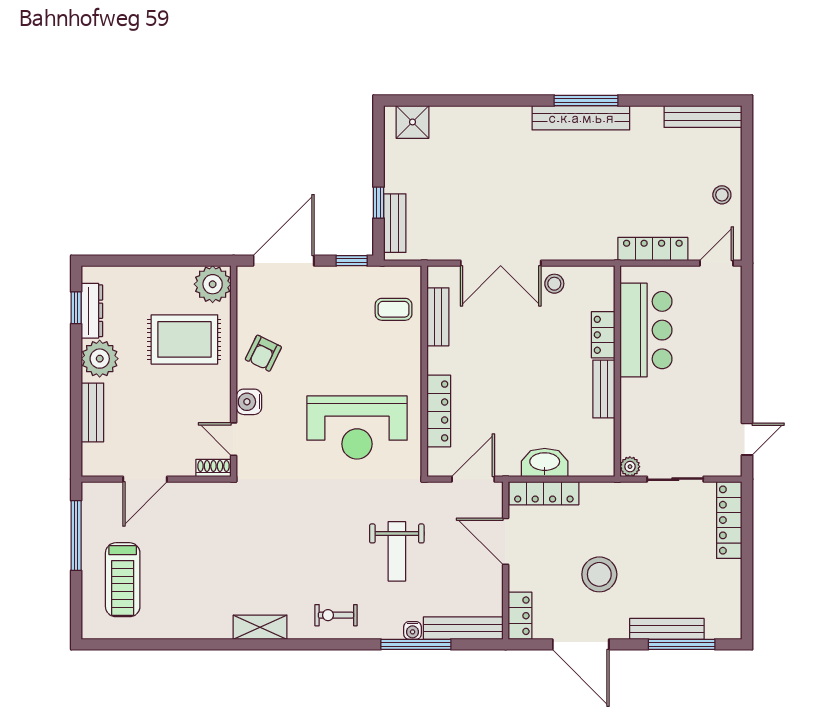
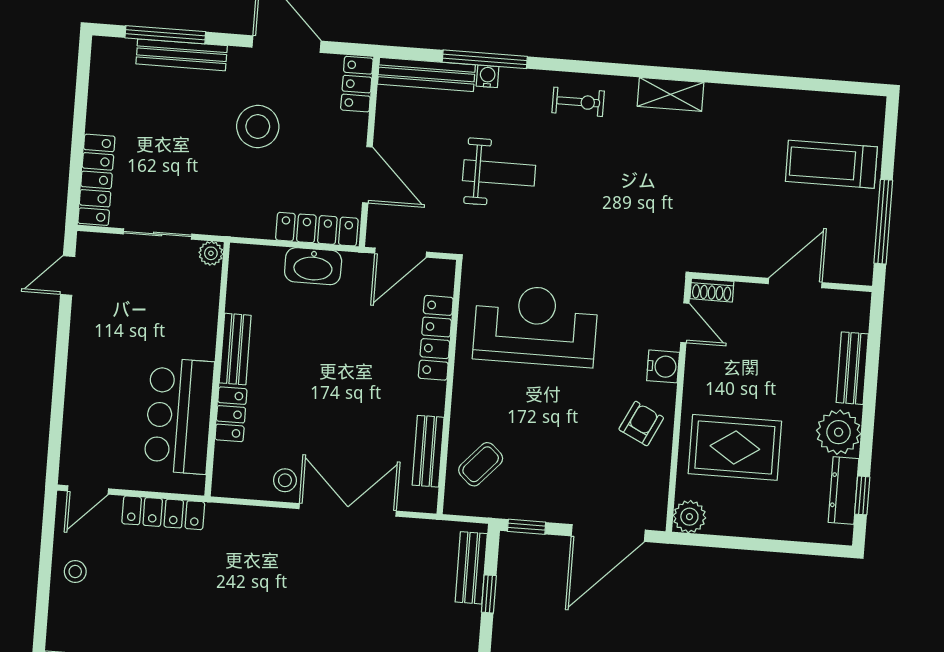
plant: (213, 284) -> (689, 517), width x0.73, depth x0.73
coffee table: (394, 309) -> (481, 464), turned -48
weight bench: (397, 551) -> (499, 173), turned 90
treadmill: (123, 580) -> (831, 164), turned -90

